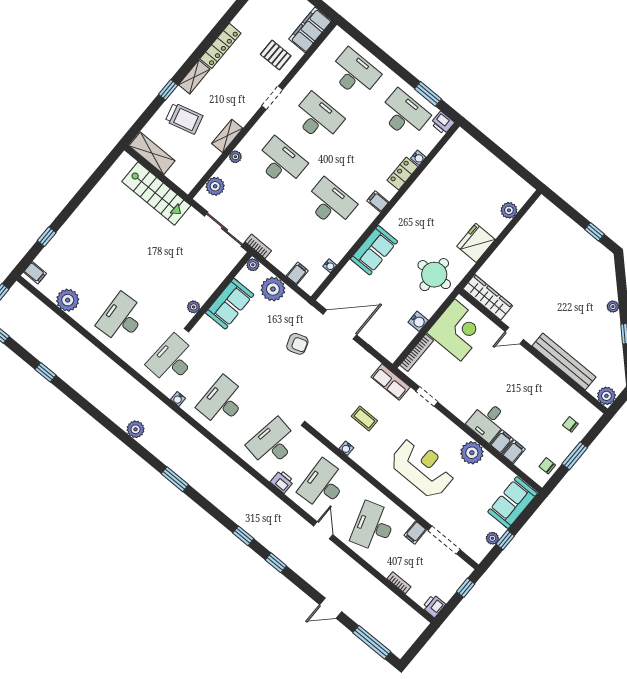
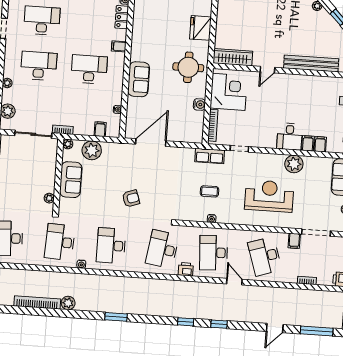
armchair: (297, 344) -> (131, 199), moved
bookcase: (104, 406) -> (37, 302), added

